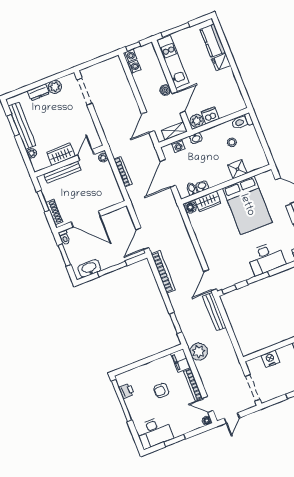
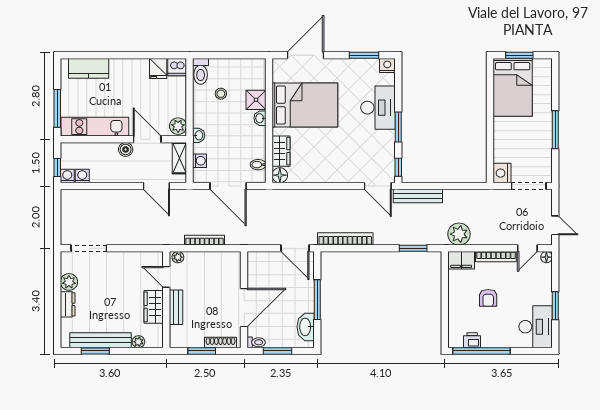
fridge: (221, 62) -> (158, 69), moved
dishwasher: (210, 115) -> (177, 67), moved, turned -90
bench: (62, 172) -> (176, 307), width x0.73
washbasin: (202, 186) -> (260, 118), moved
nightstand: (270, 359) -> (502, 173), moved

